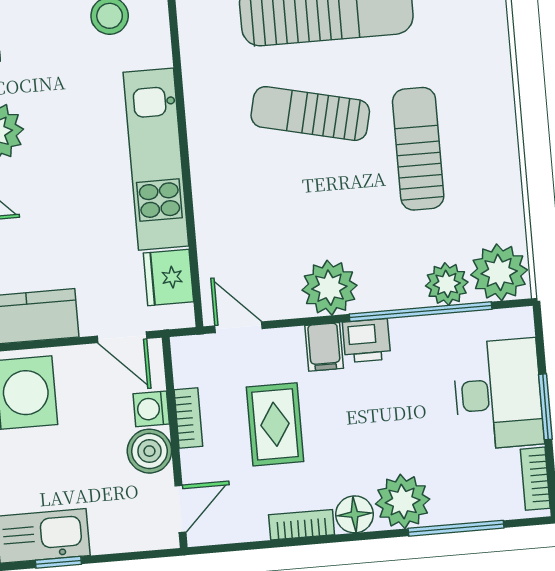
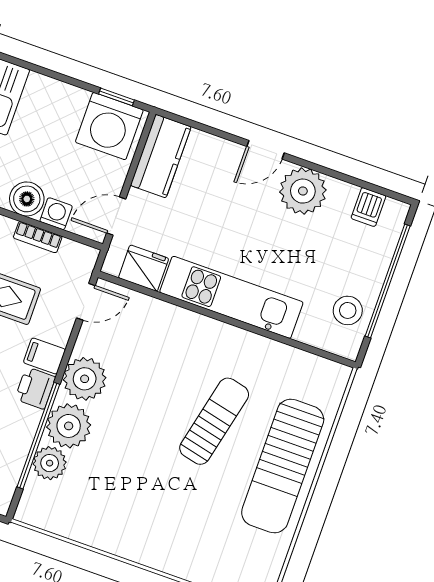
sun lounger: (418, 149) -> (155, 486), removed
plant: (499, 272) -> (69, 426), moved

